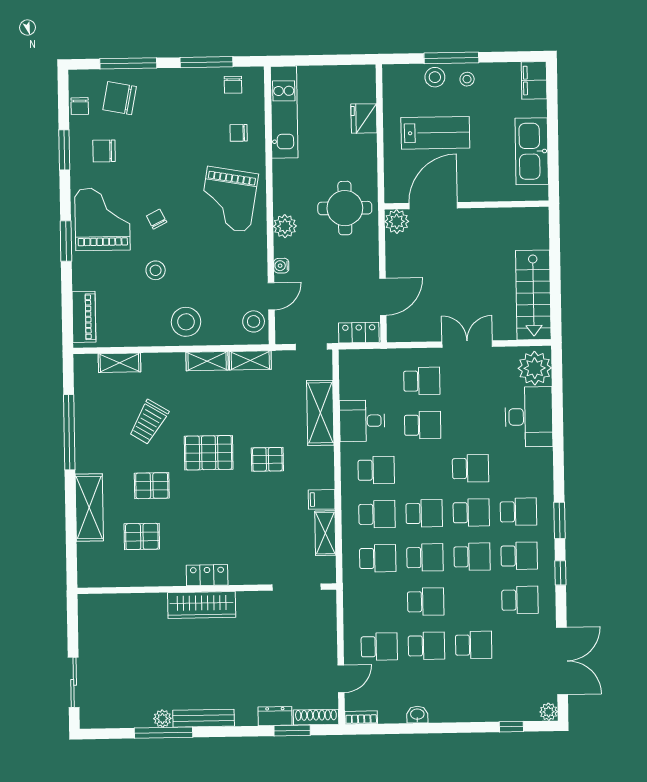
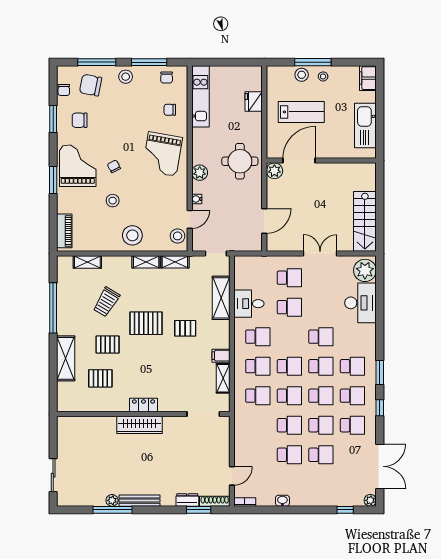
stool: (172, 85) -> (126, 77), added
locker: (359, 333) -> (248, 245), removed
school desk: (379, 647) -> (321, 425), moved

